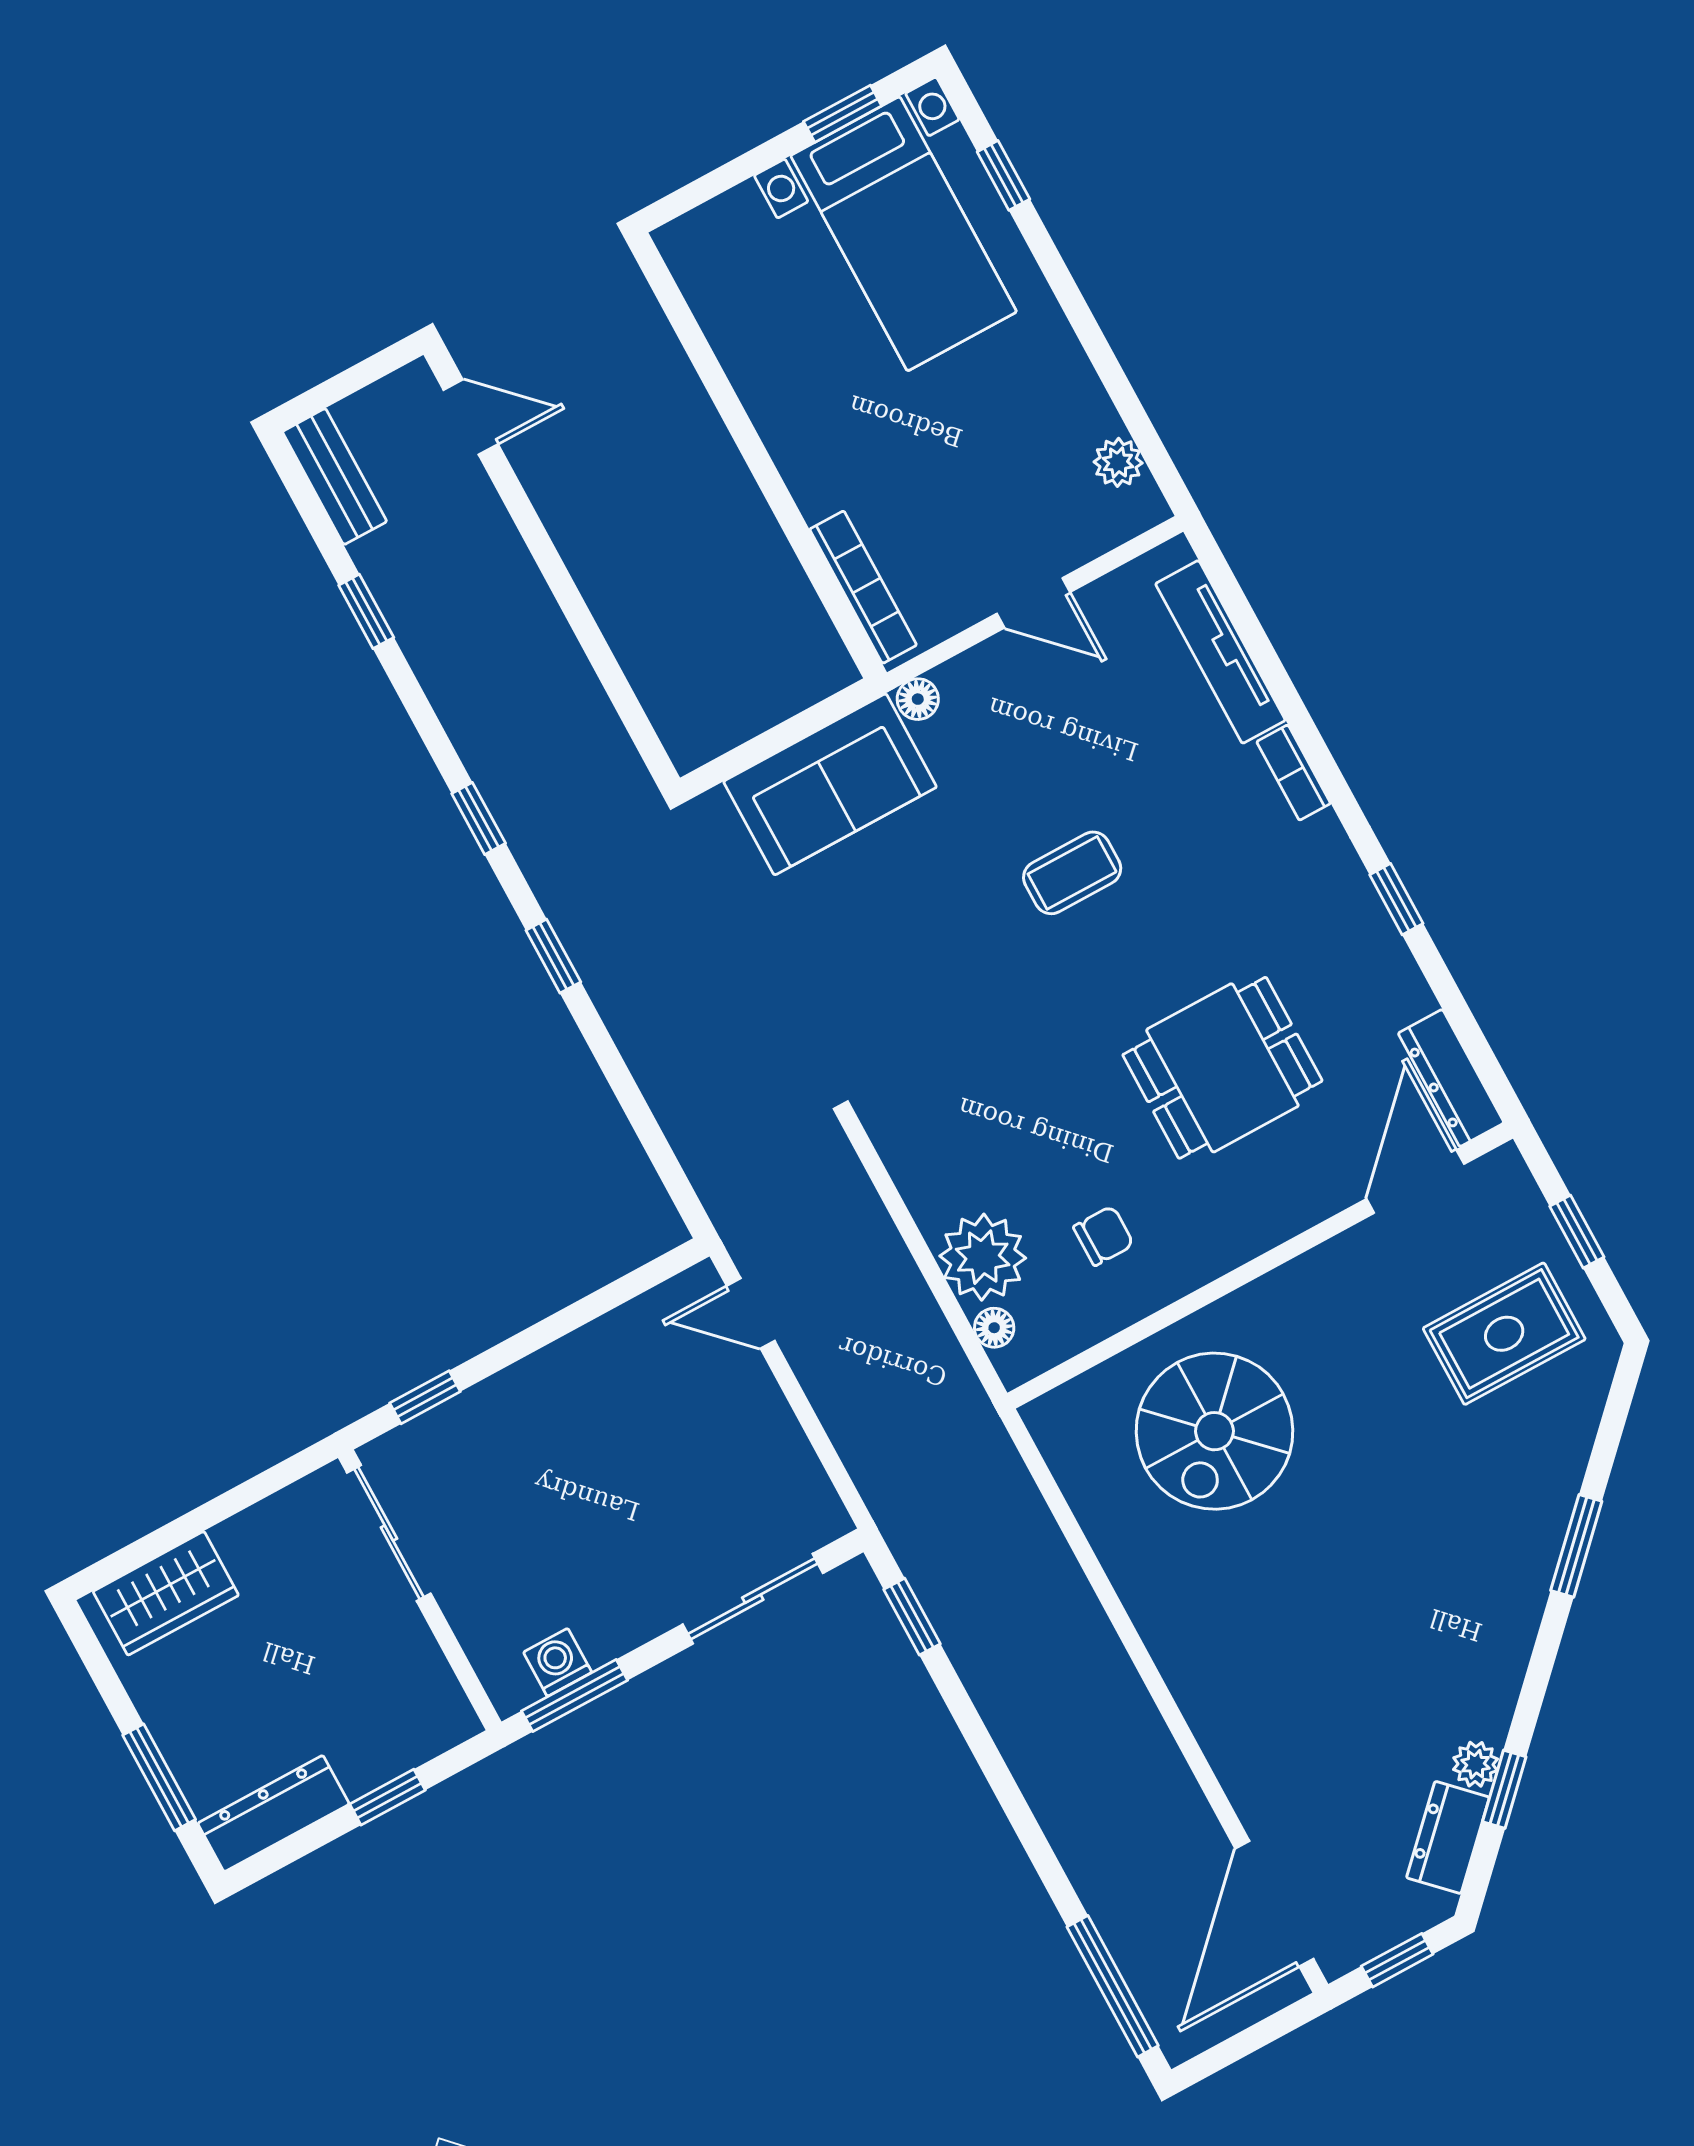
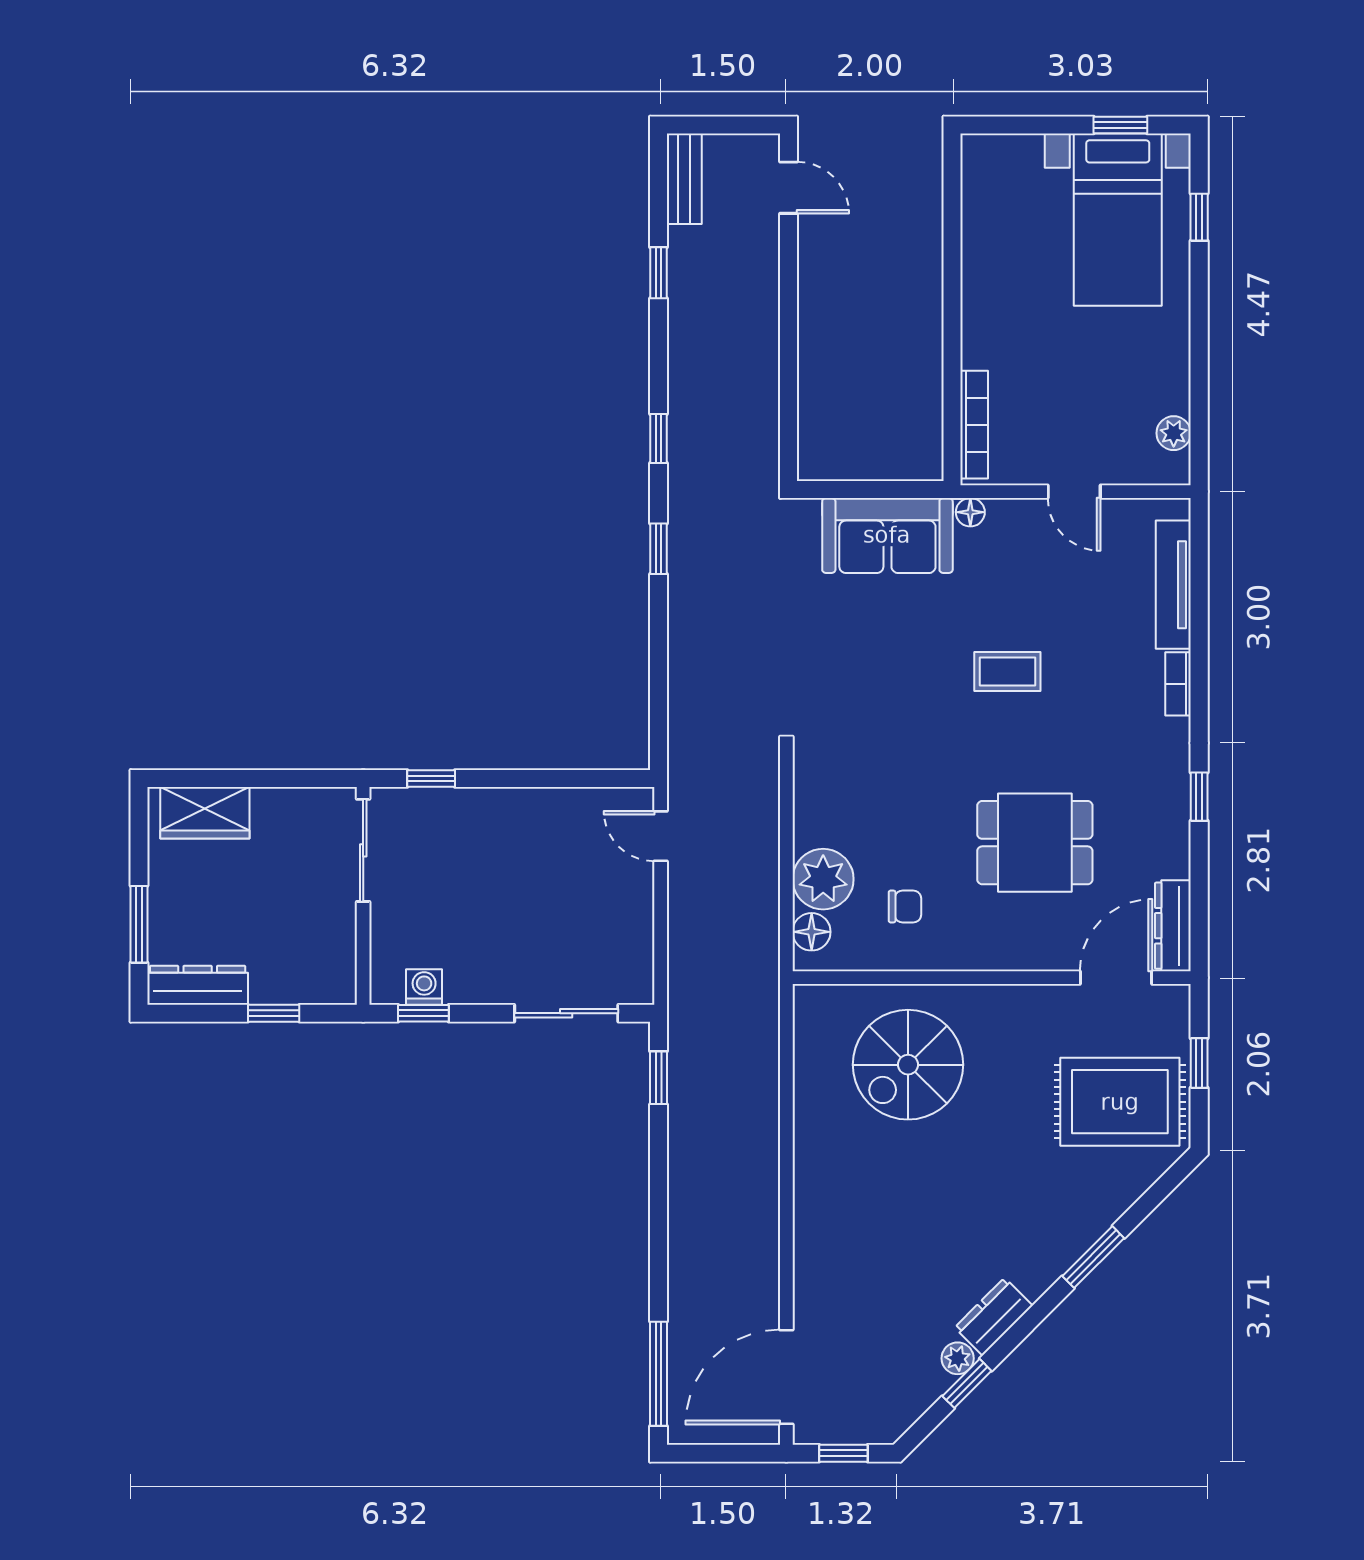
floor lamp: (994, 1328) -> (812, 932), width x1.37, depth x1.37
rug: (1504, 1334) -> (1120, 1102), width x1.36, depth x1.43
window: (575, 1696) -> (423, 1013), width x0.67
dresser: (1448, 1837) -> (994, 1317), moved

